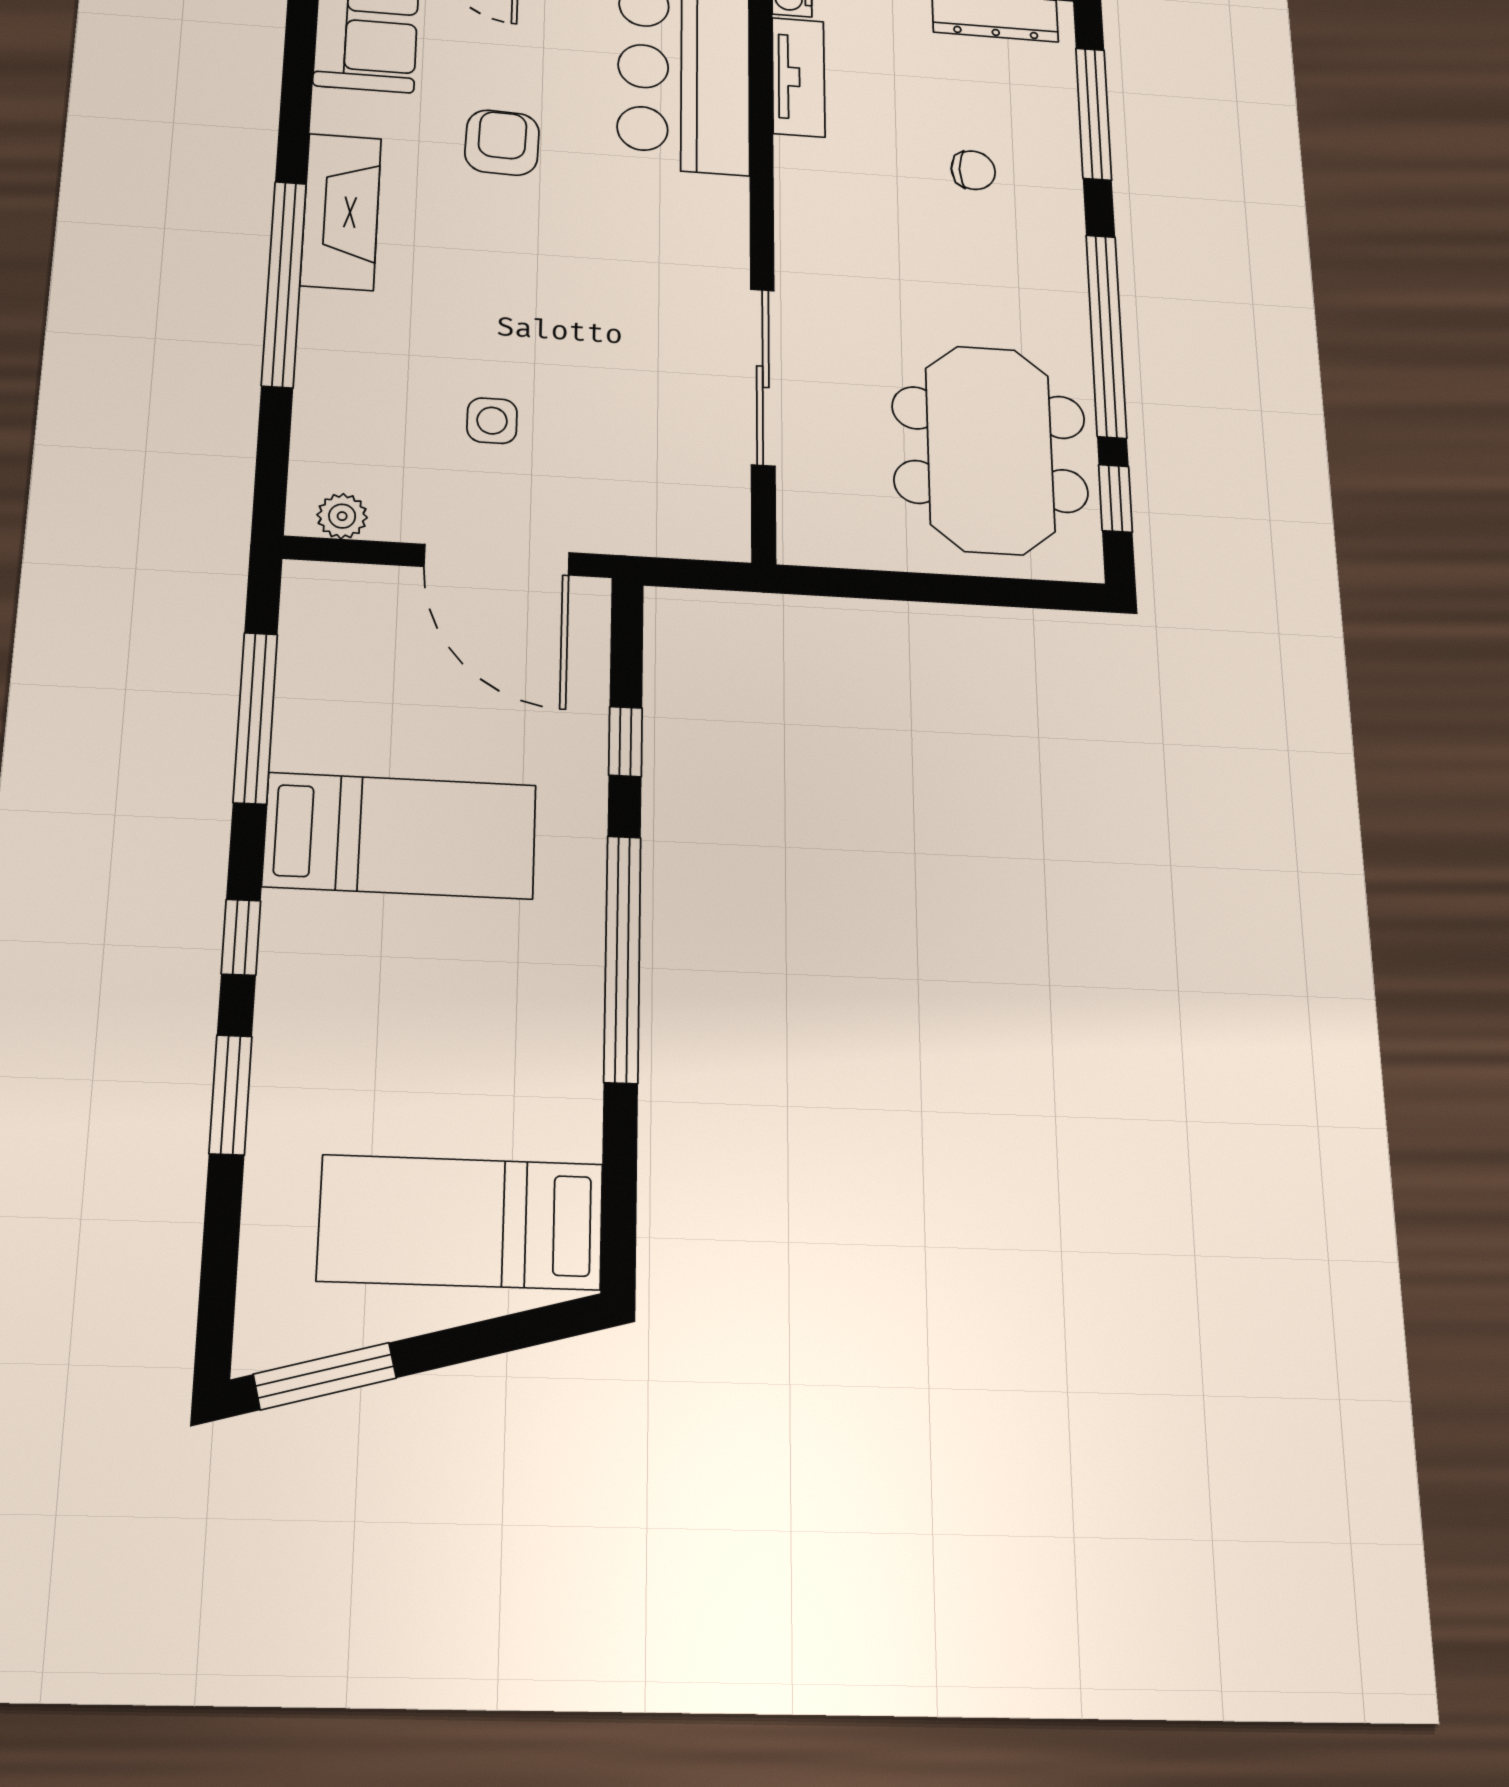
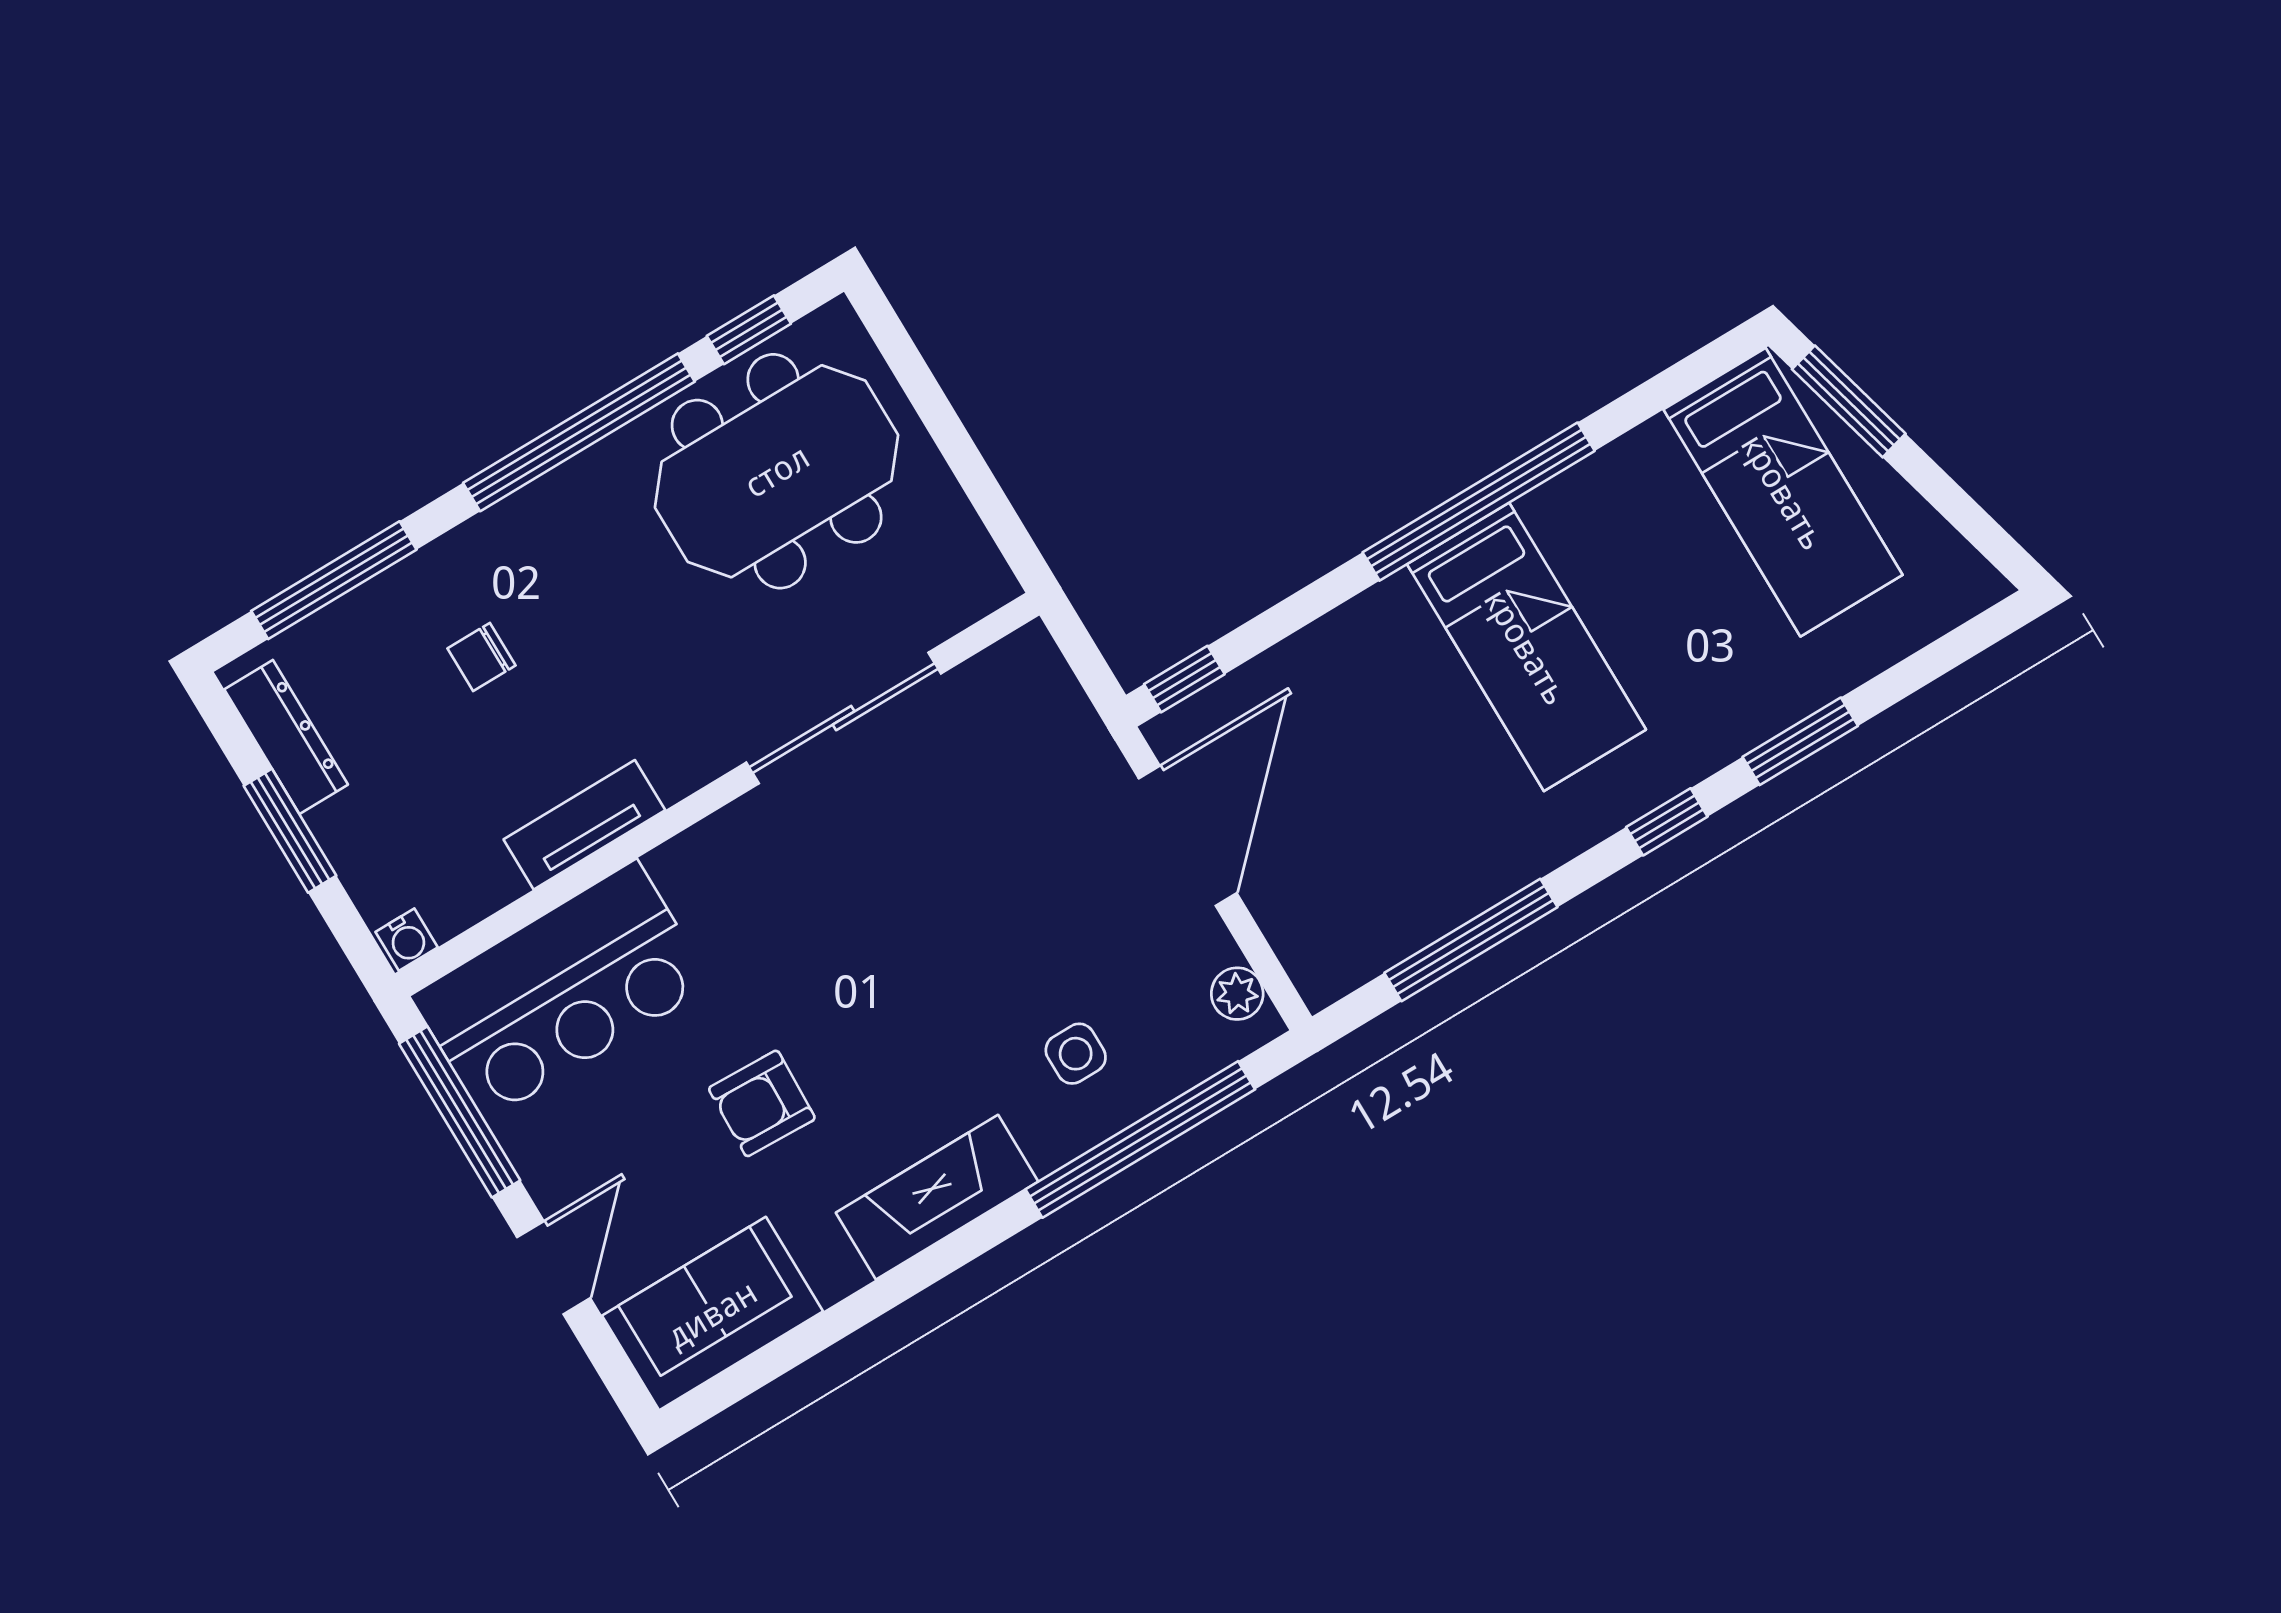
tv unit: (798, 77) -> (584, 825), moved
chair: (973, 170) -> (481, 657), turned -90
window: (284, 284) -> (1140, 1139), moved
side table: (492, 421) -> (1076, 1054), moved
window: (625, 742) -> (1184, 679), moved
bed: (400, 836) -> (1526, 647), moved, turned 180
window: (325, 1376) -> (1849, 401), moved

